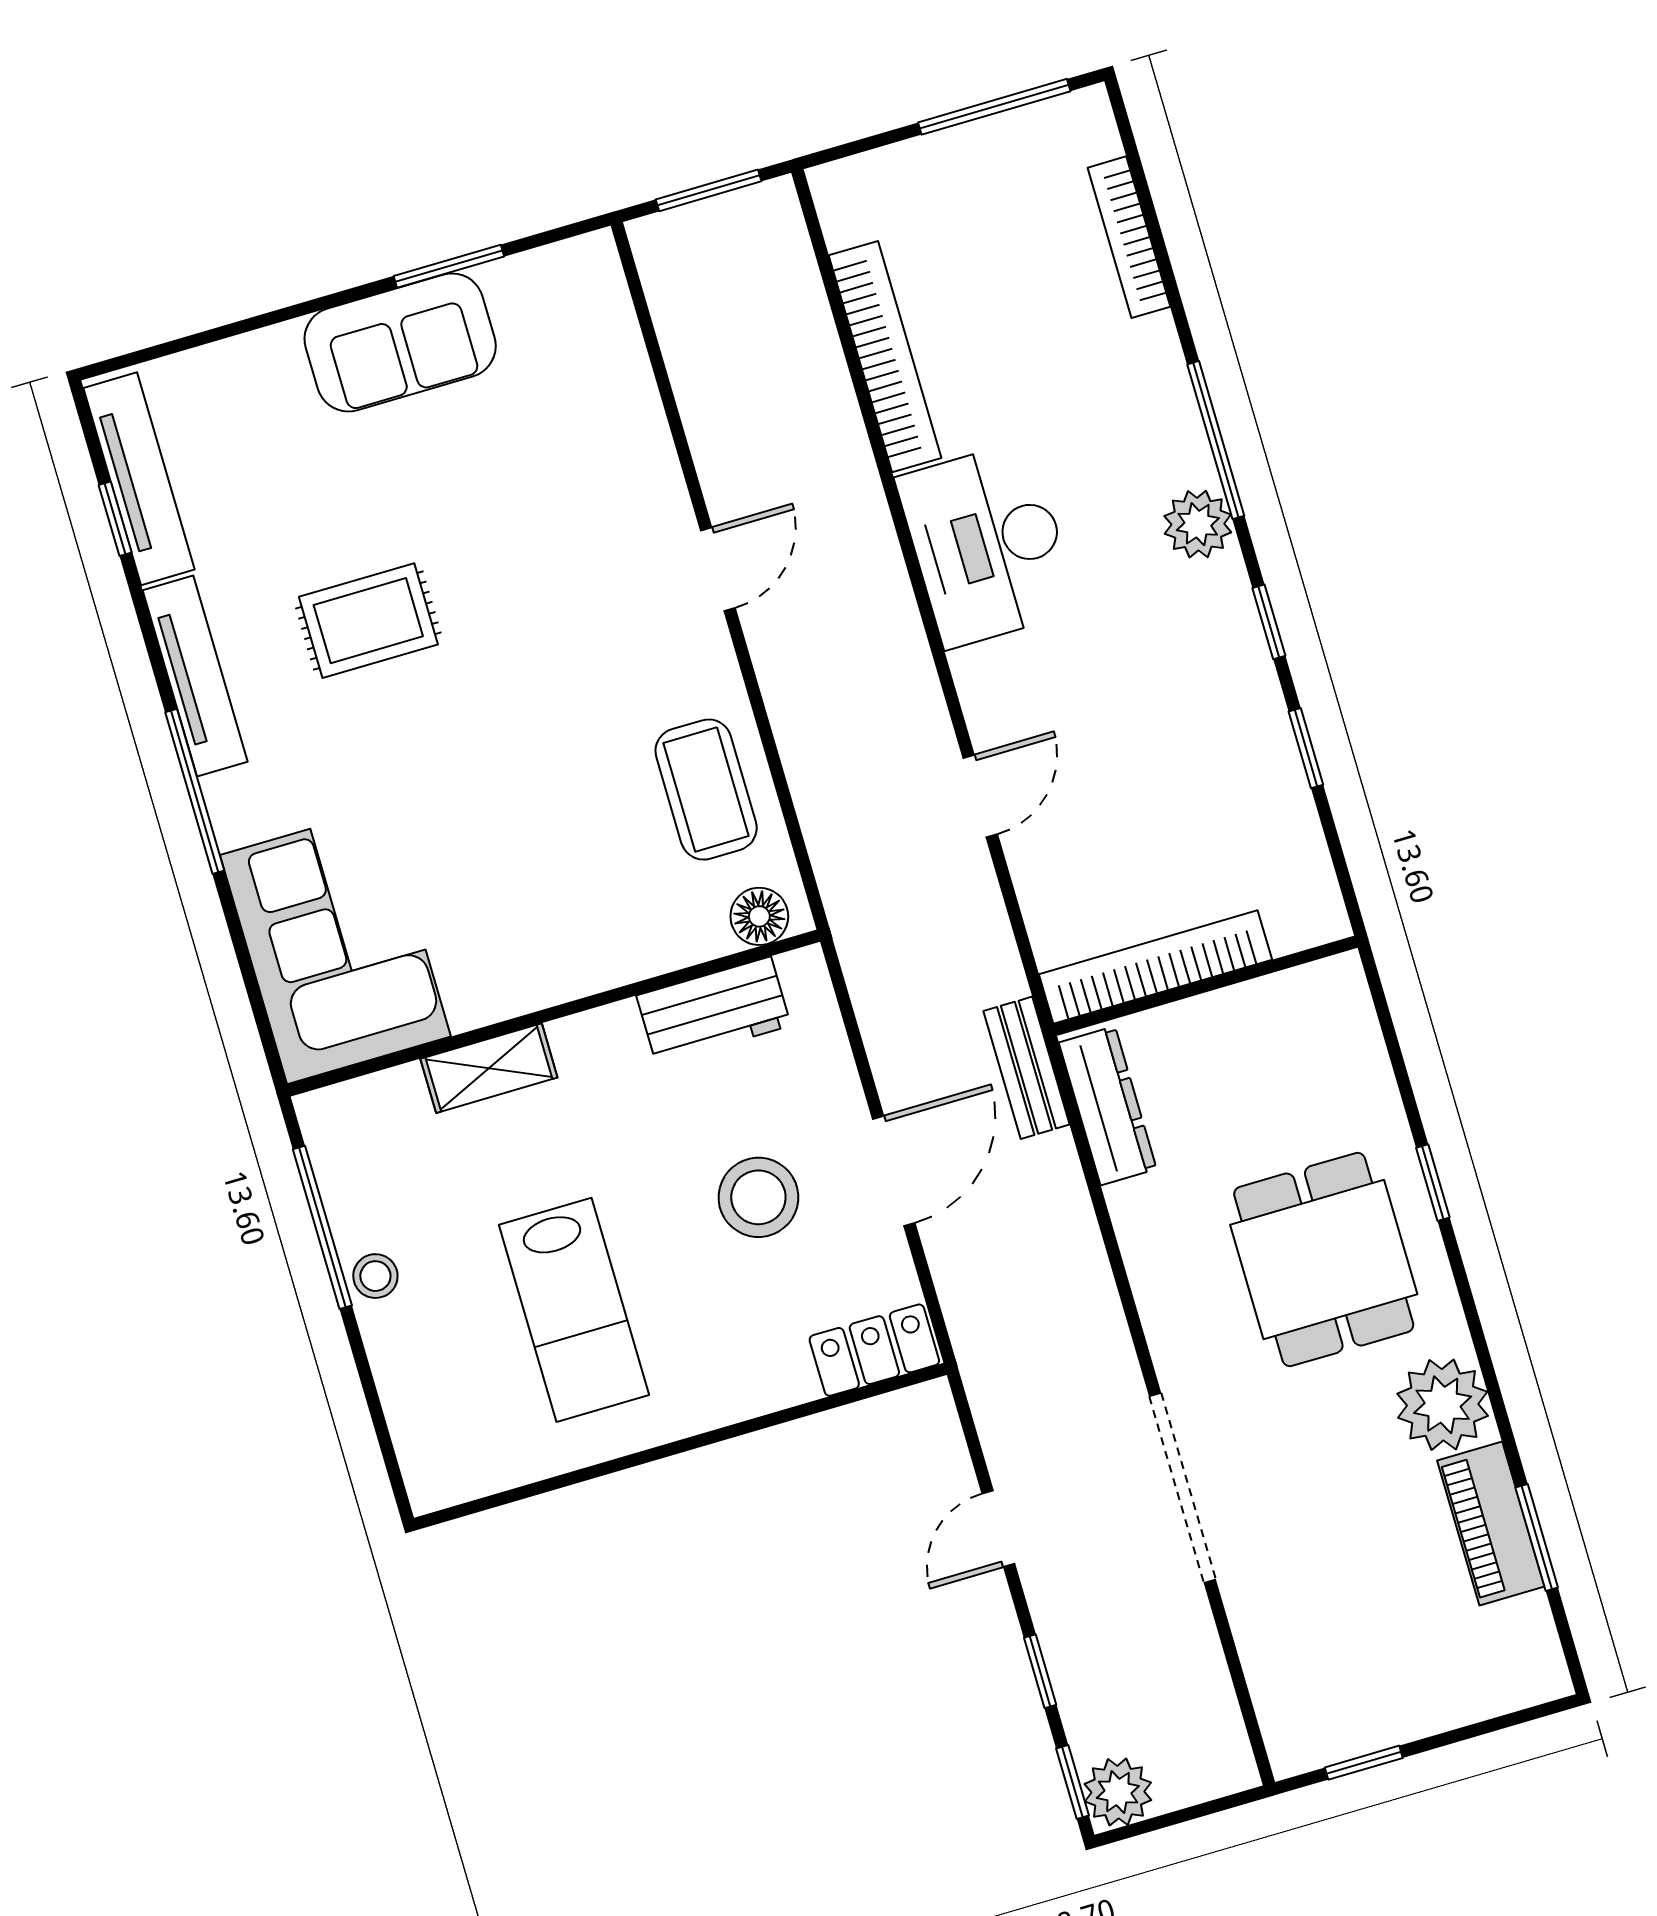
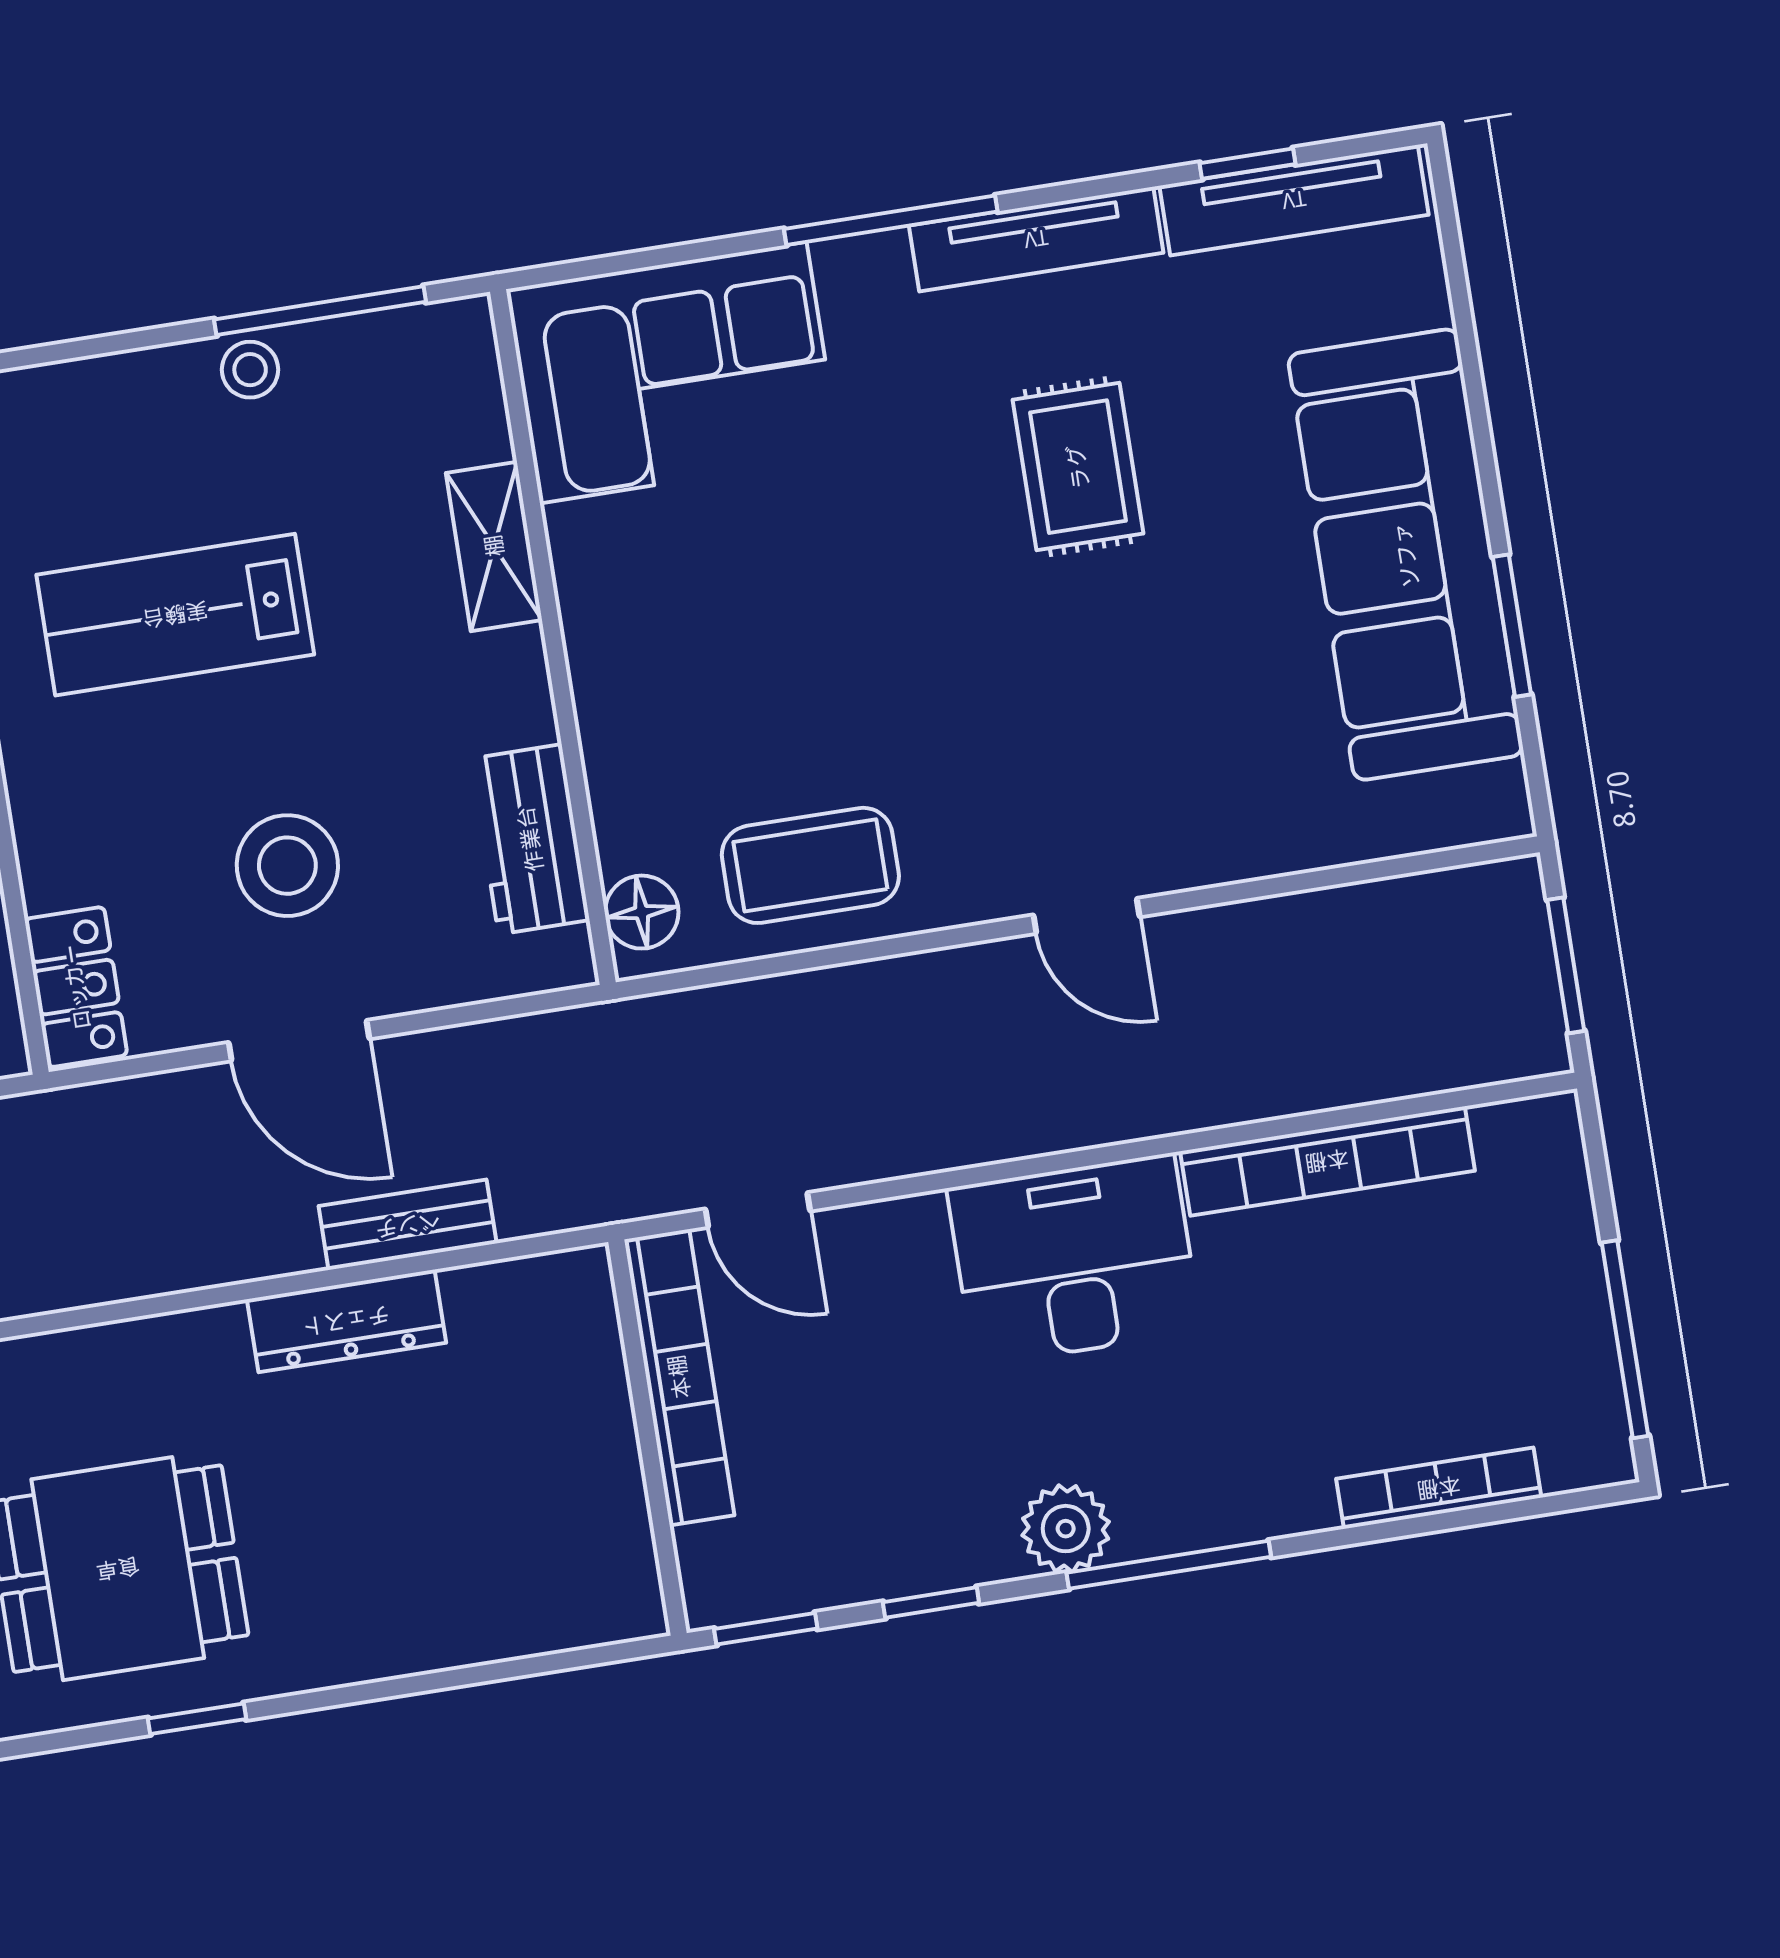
sofa: (400, 342) -> (1406, 555), width x1.85, depth x1.27
bookcase: (1155, 967) -> (679, 1377), moved
wall: (1205, 986) -> (647, 1437), moved

